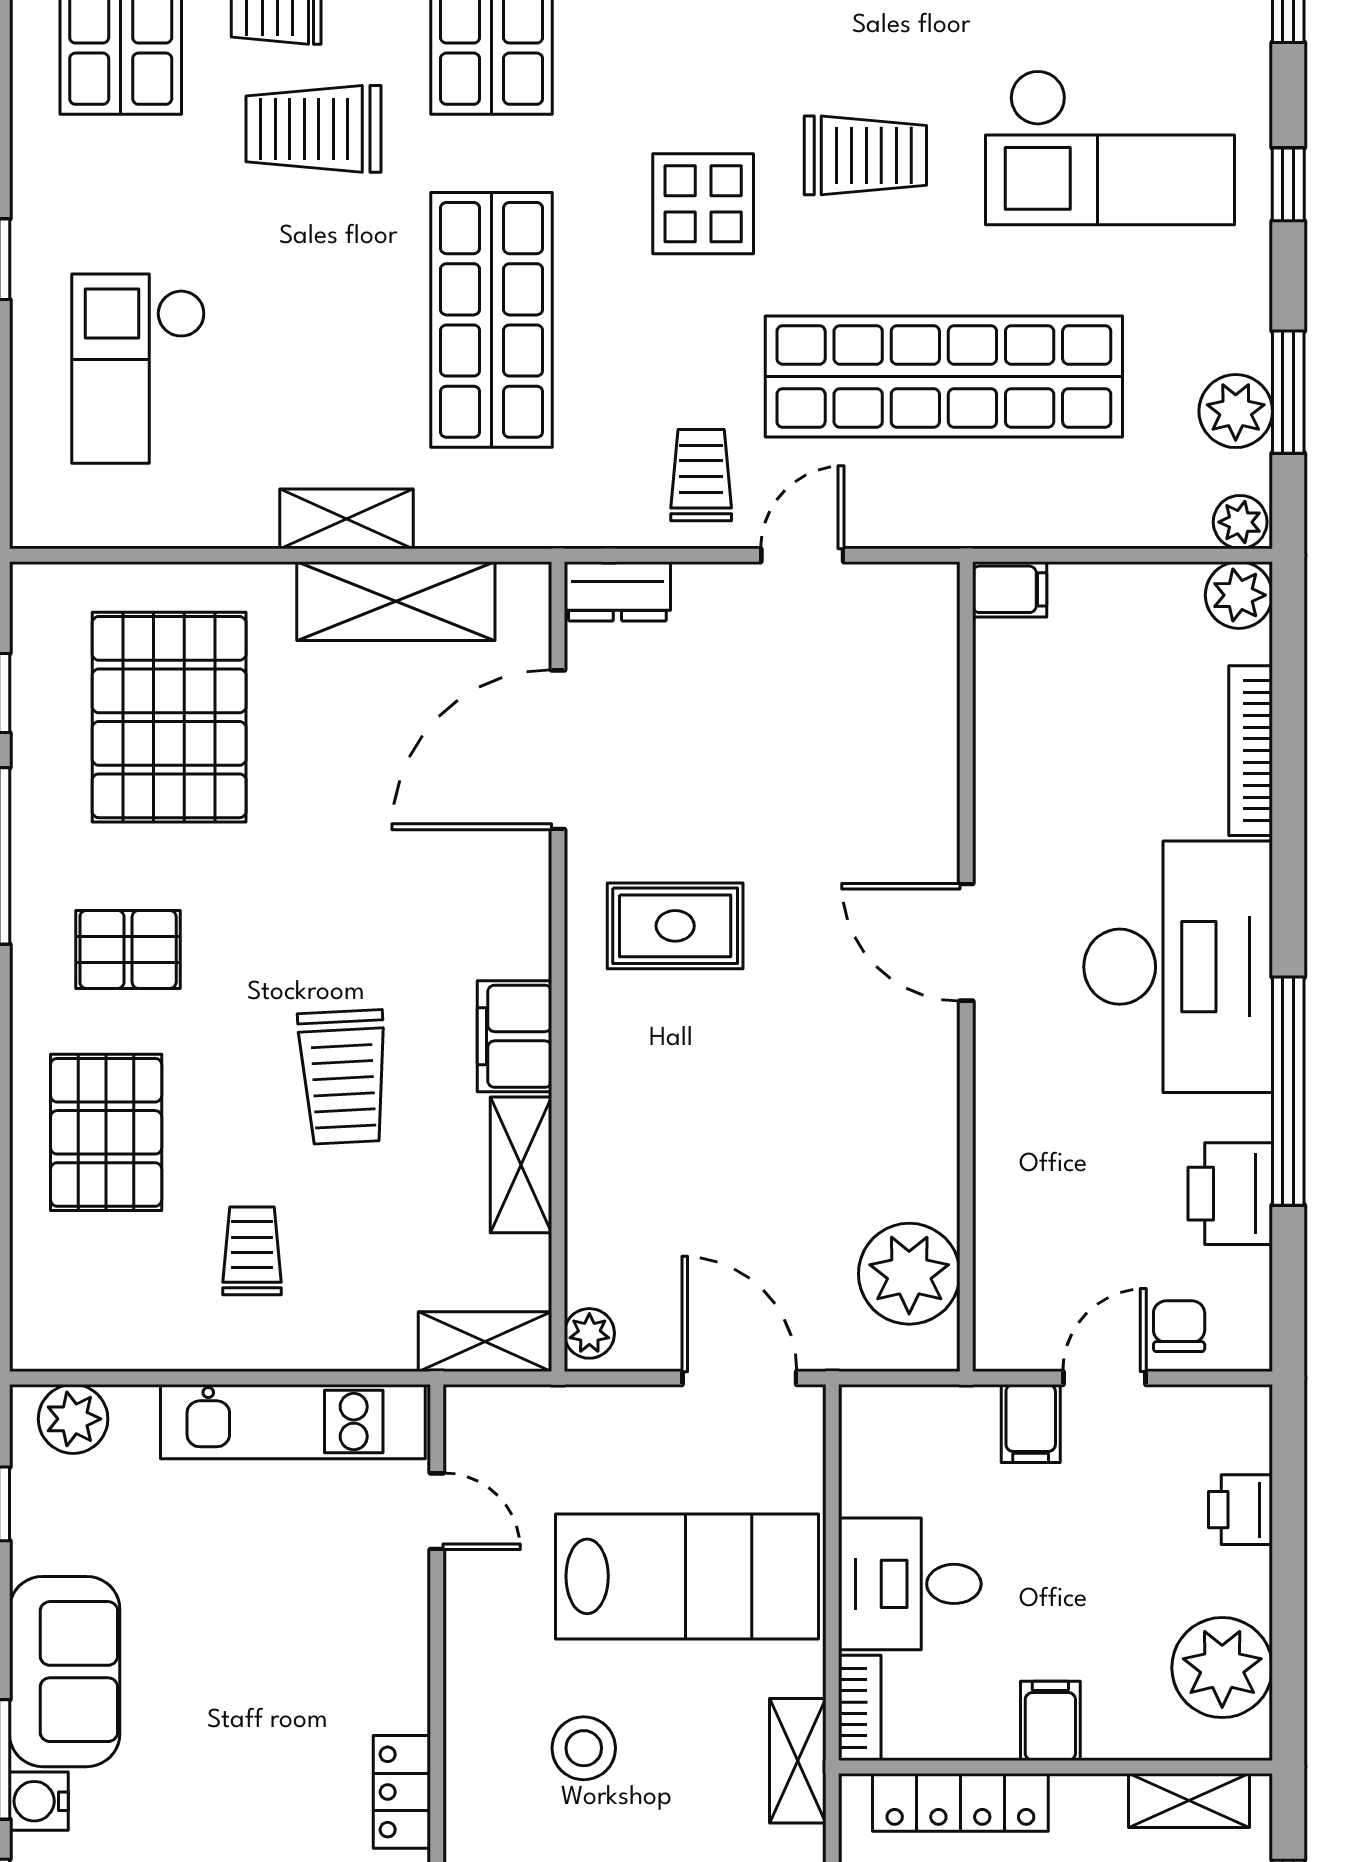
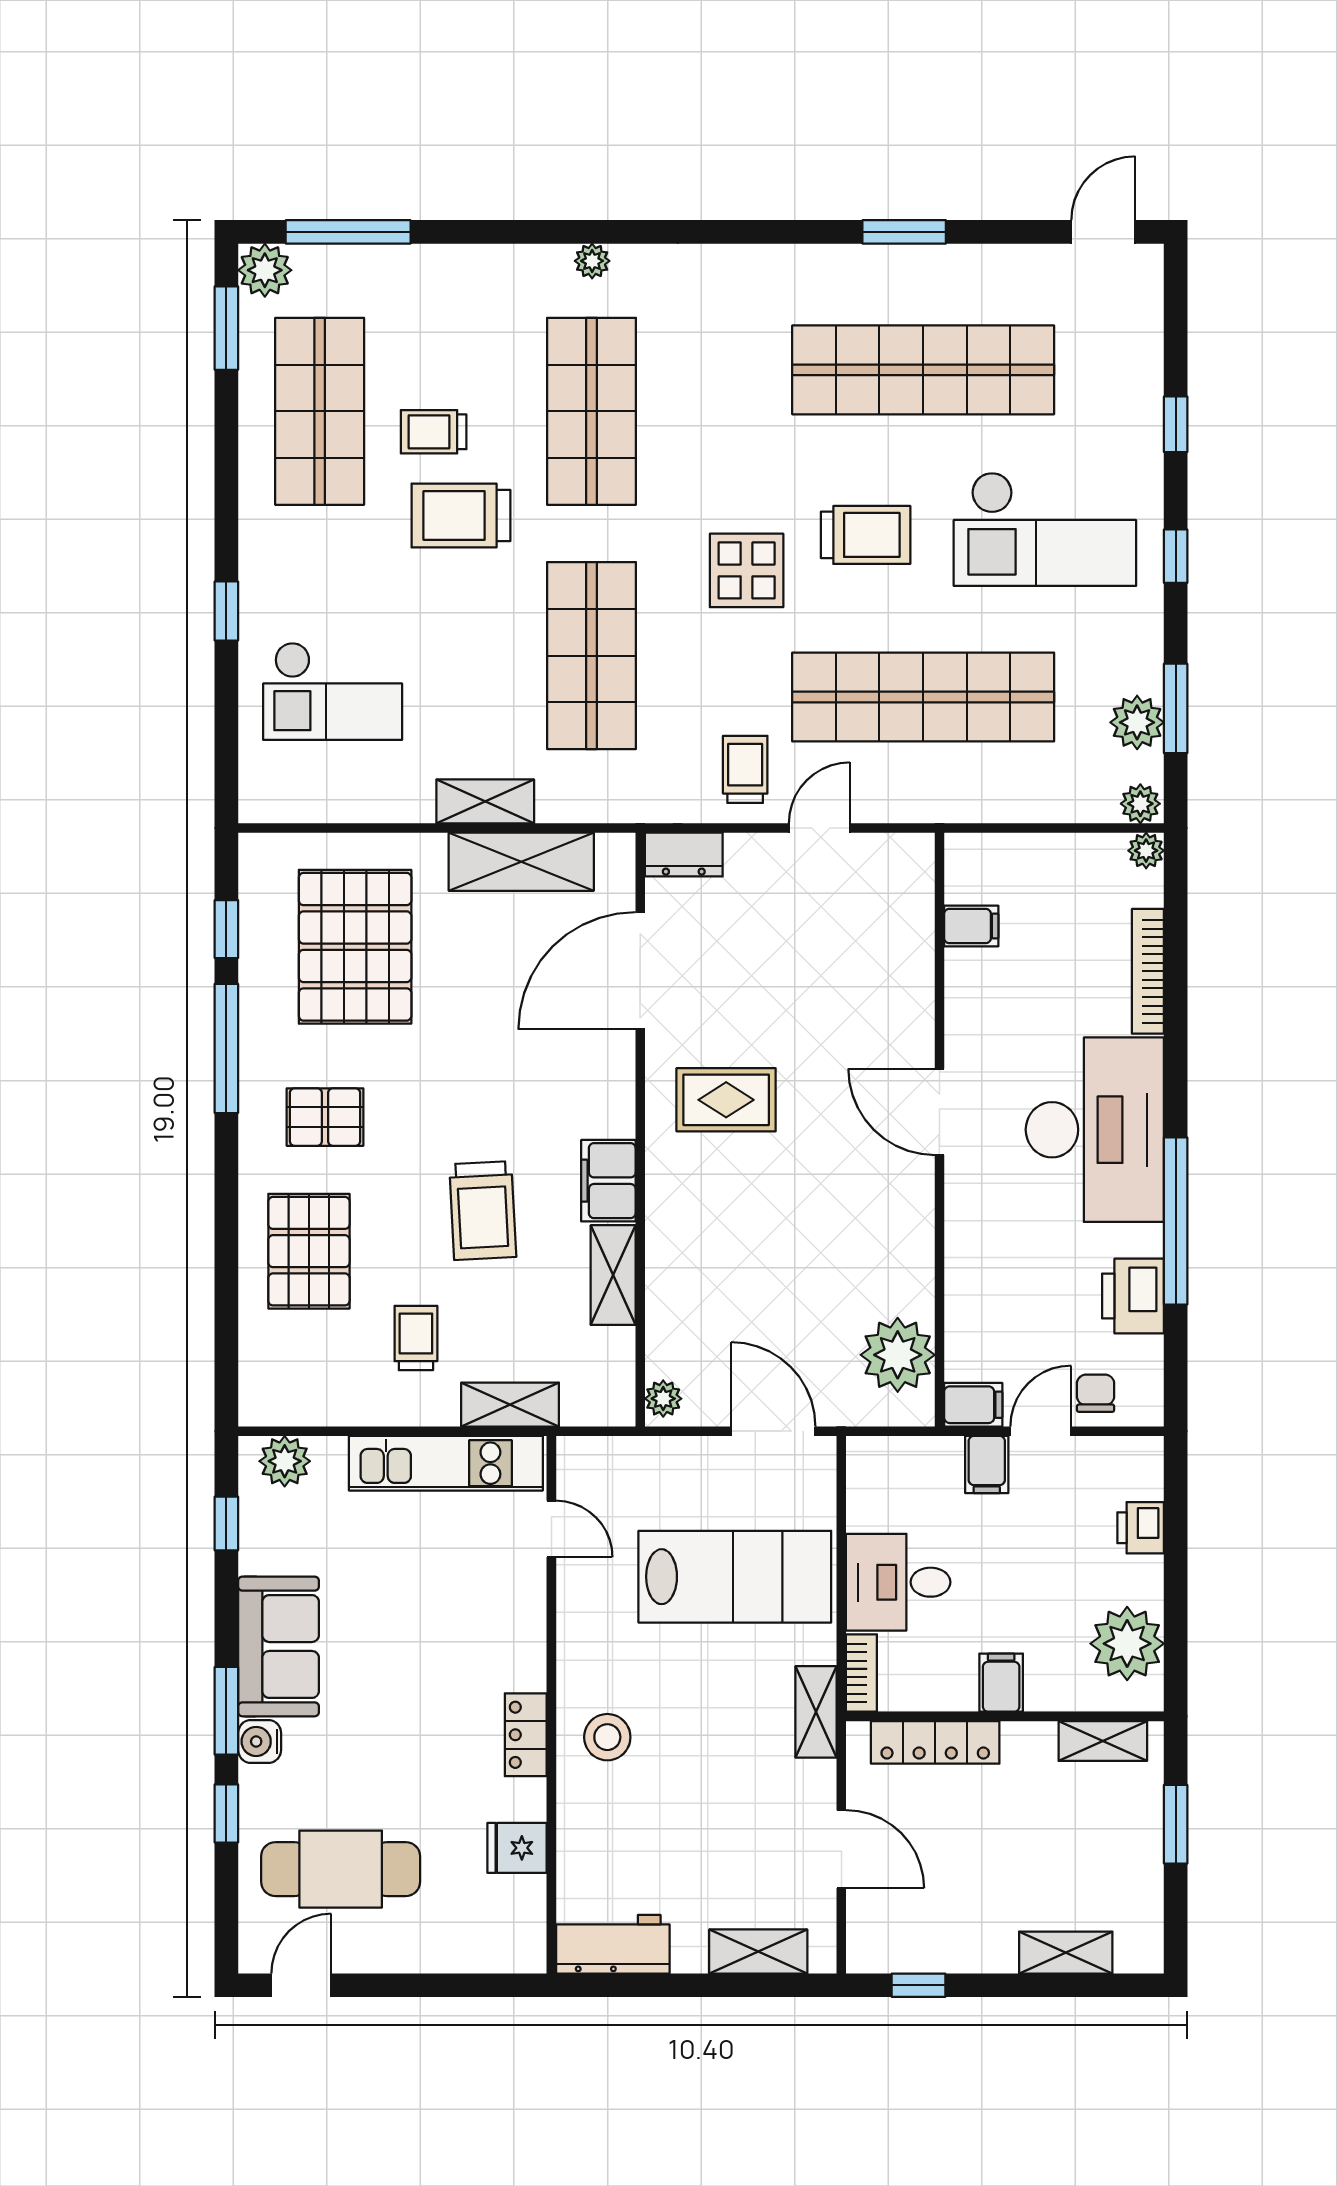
checkout: (139, 369) -> (333, 691), turned -90
filing cabinet: (1010, 589) -> (971, 926), moved
plant: (1239, 595) -> (1146, 851), width x0.73, depth x0.73
shelving: (485, 1342) -> (510, 1405), moved
filing cabinet: (1012, 1342) -> (973, 1405), added
stool: (584, 1748) -> (607, 1737), moved

